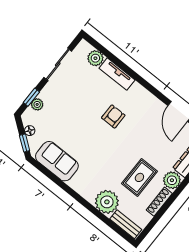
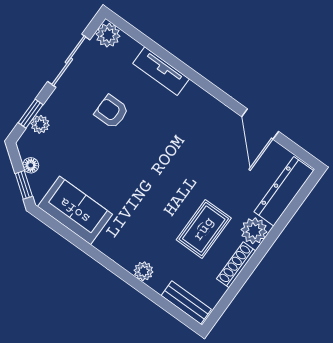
plant: (95, 58) -> (108, 35), moved
armchair: (113, 116) -> (112, 112), moved, turned -90
plant: (107, 202) -> (144, 271), width x0.53, depth x0.53

